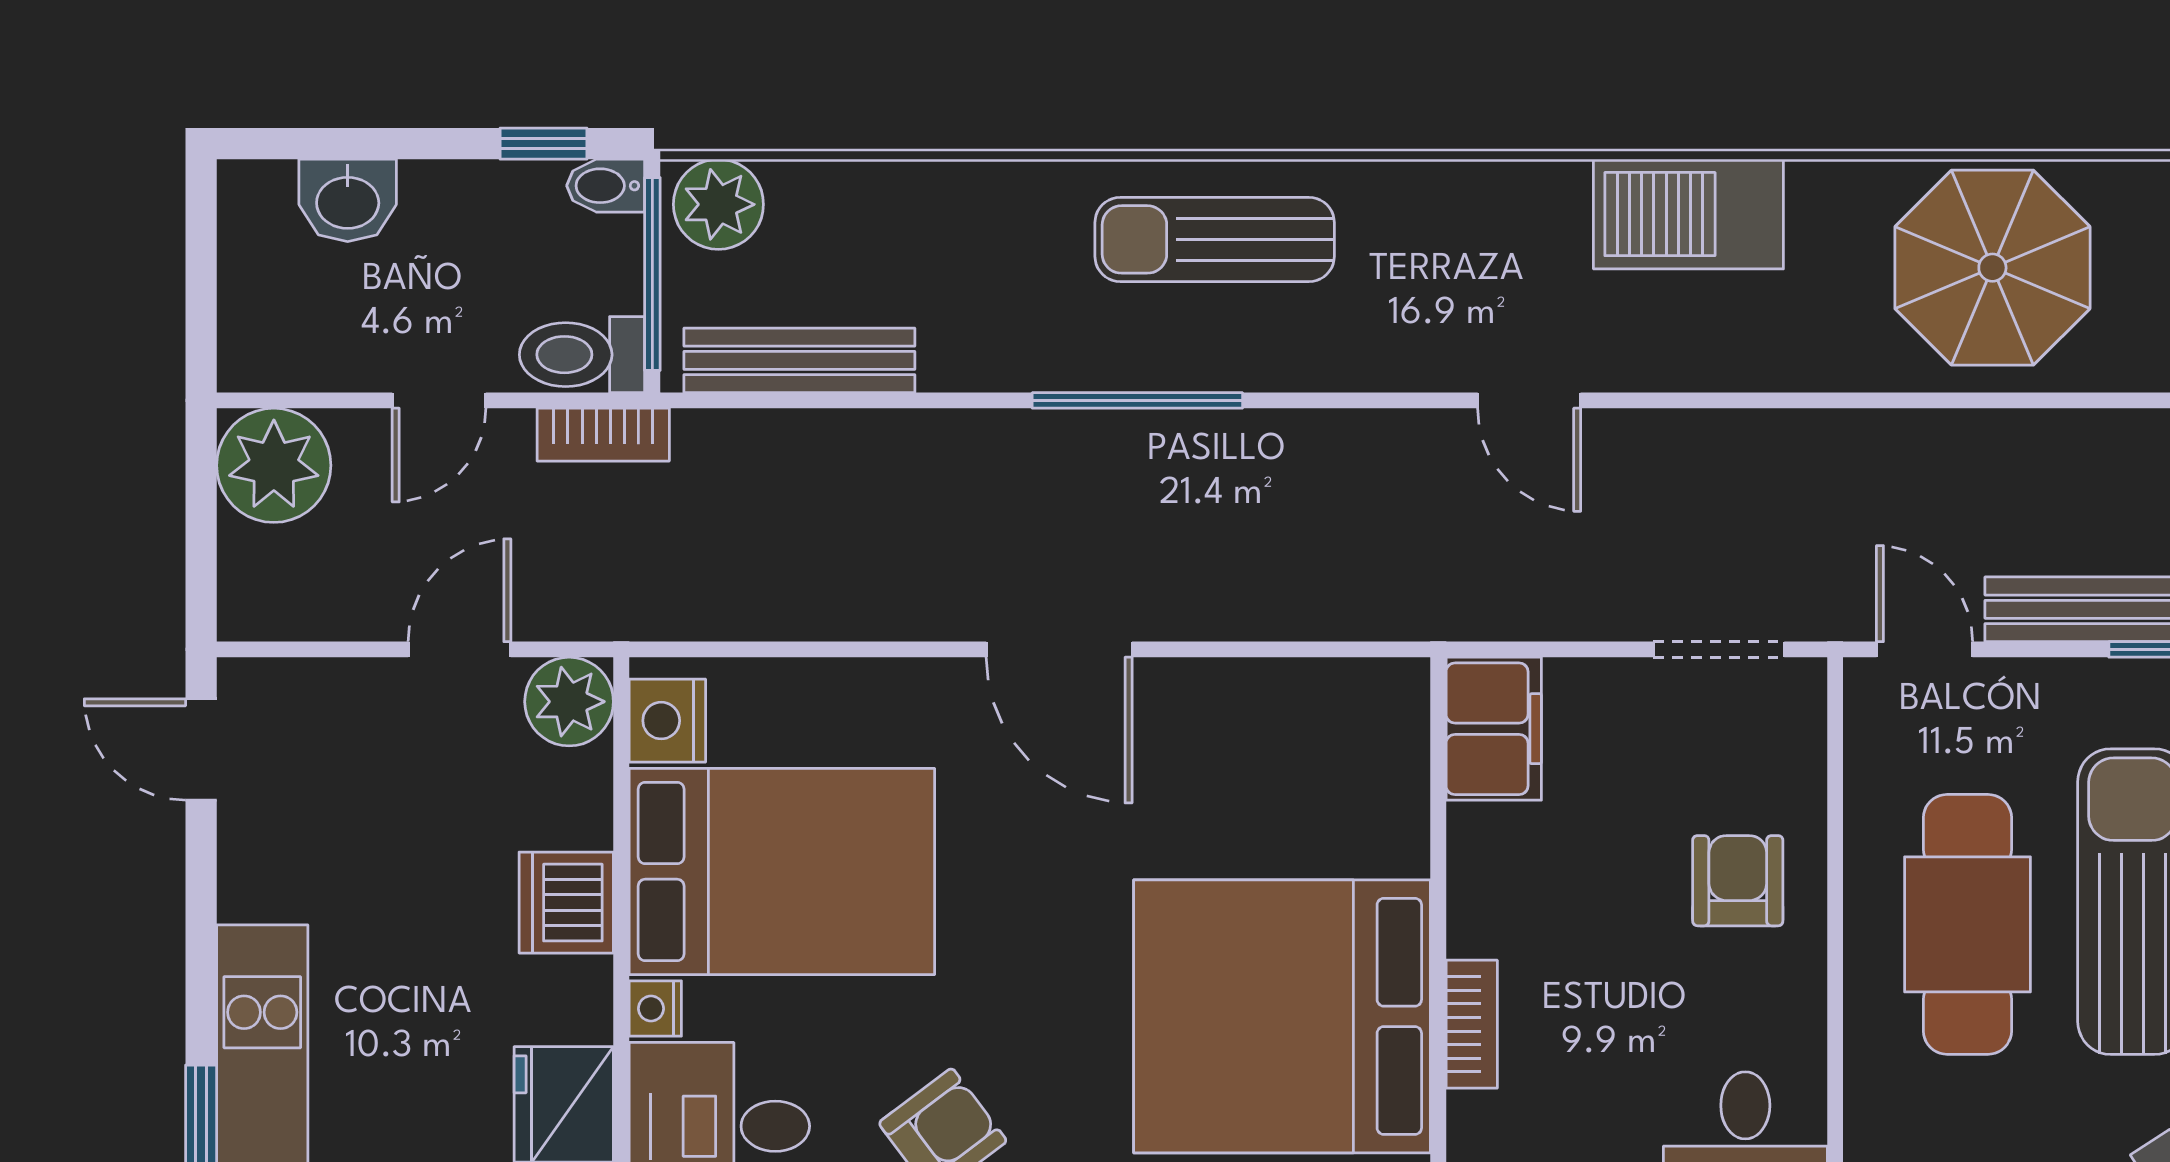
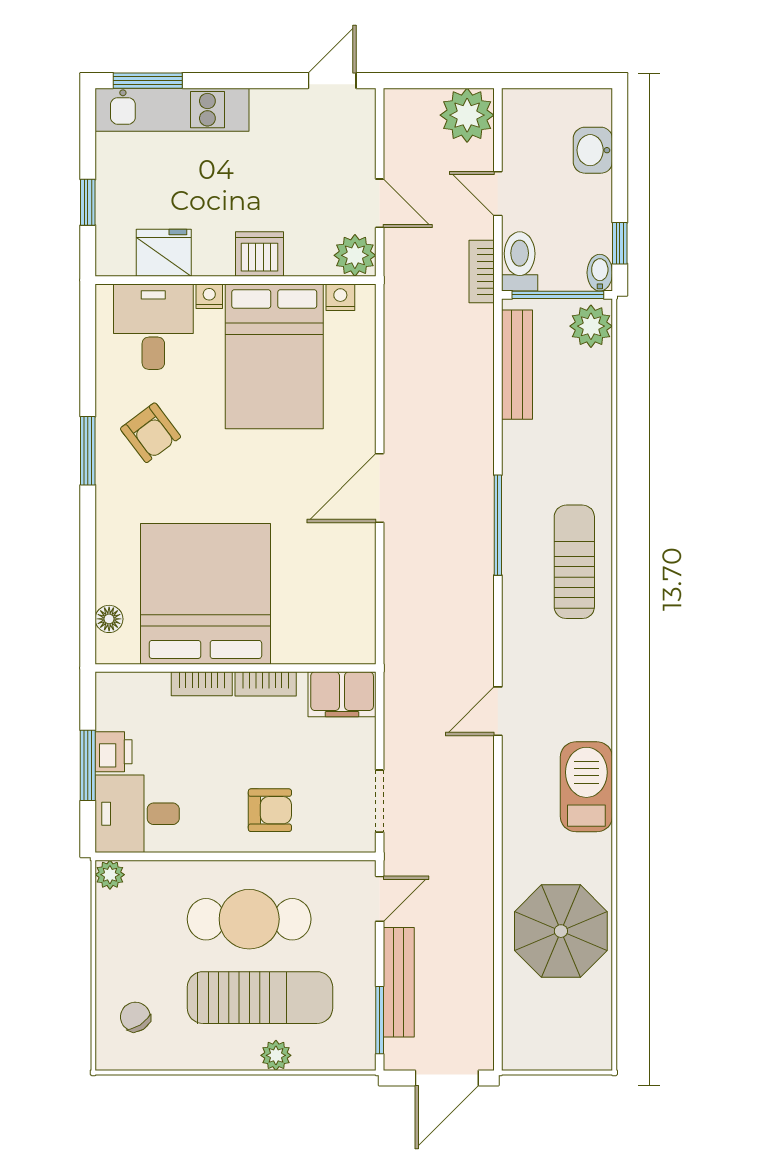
nightstand: (667, 721) -> (340, 297), width x0.72, depth x0.74
bookcase: (1472, 890) -> (266, 684), added

